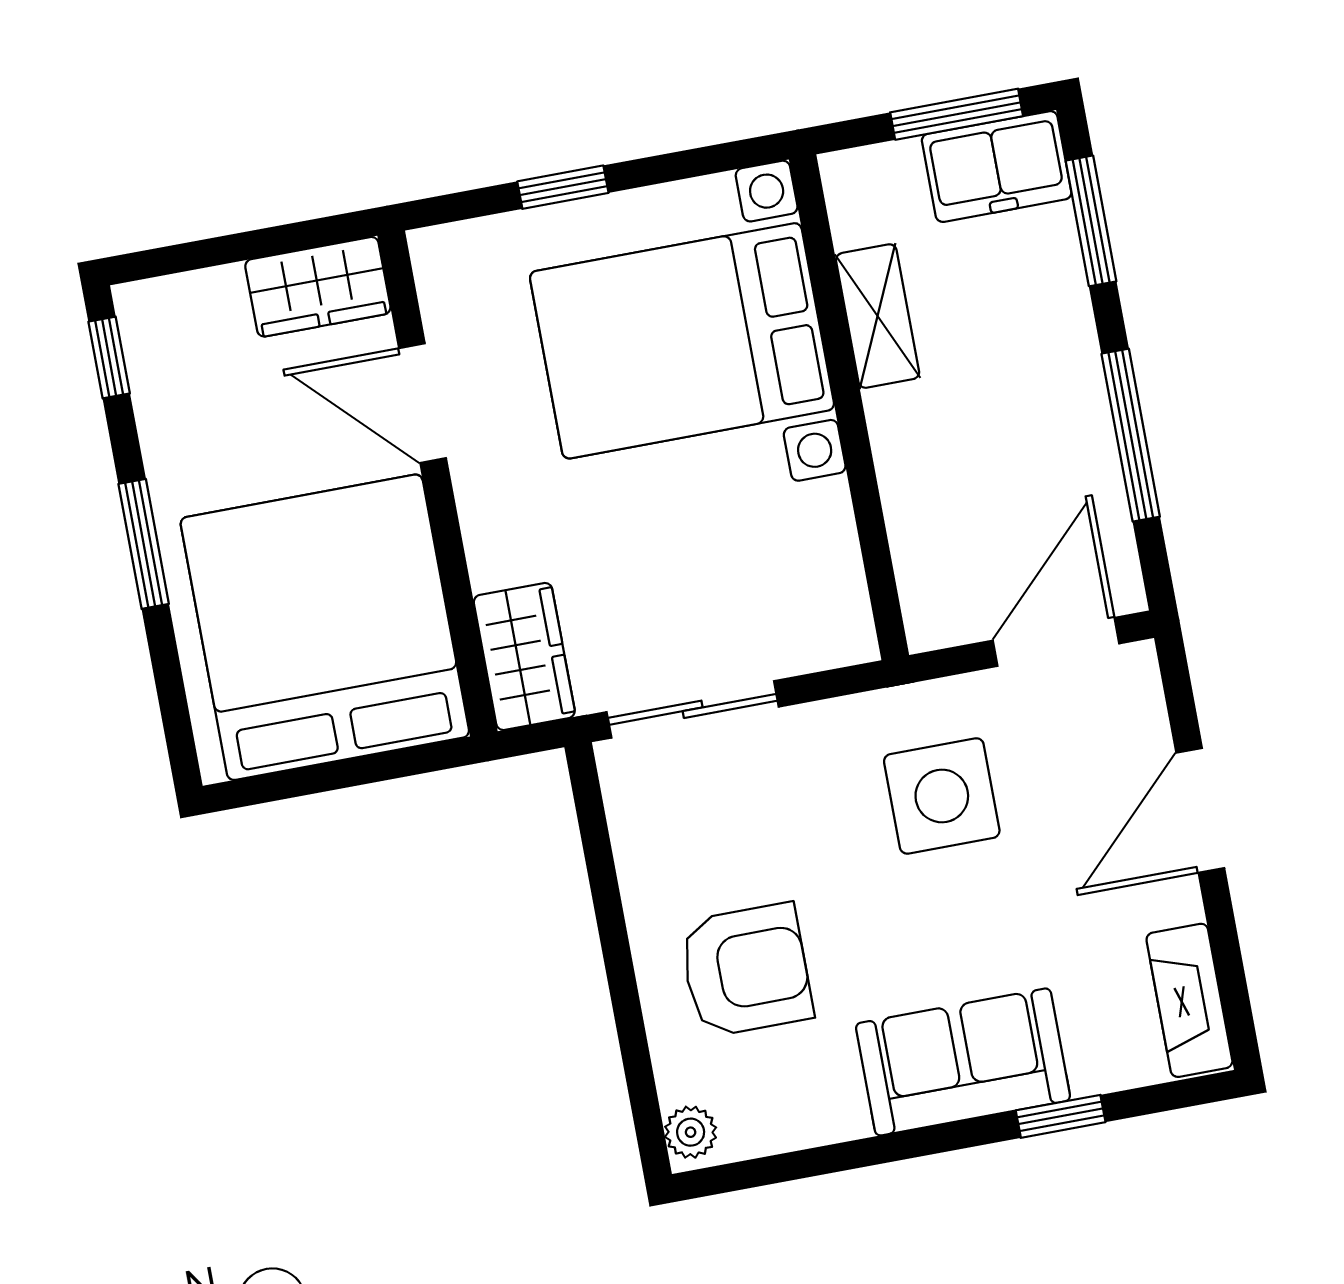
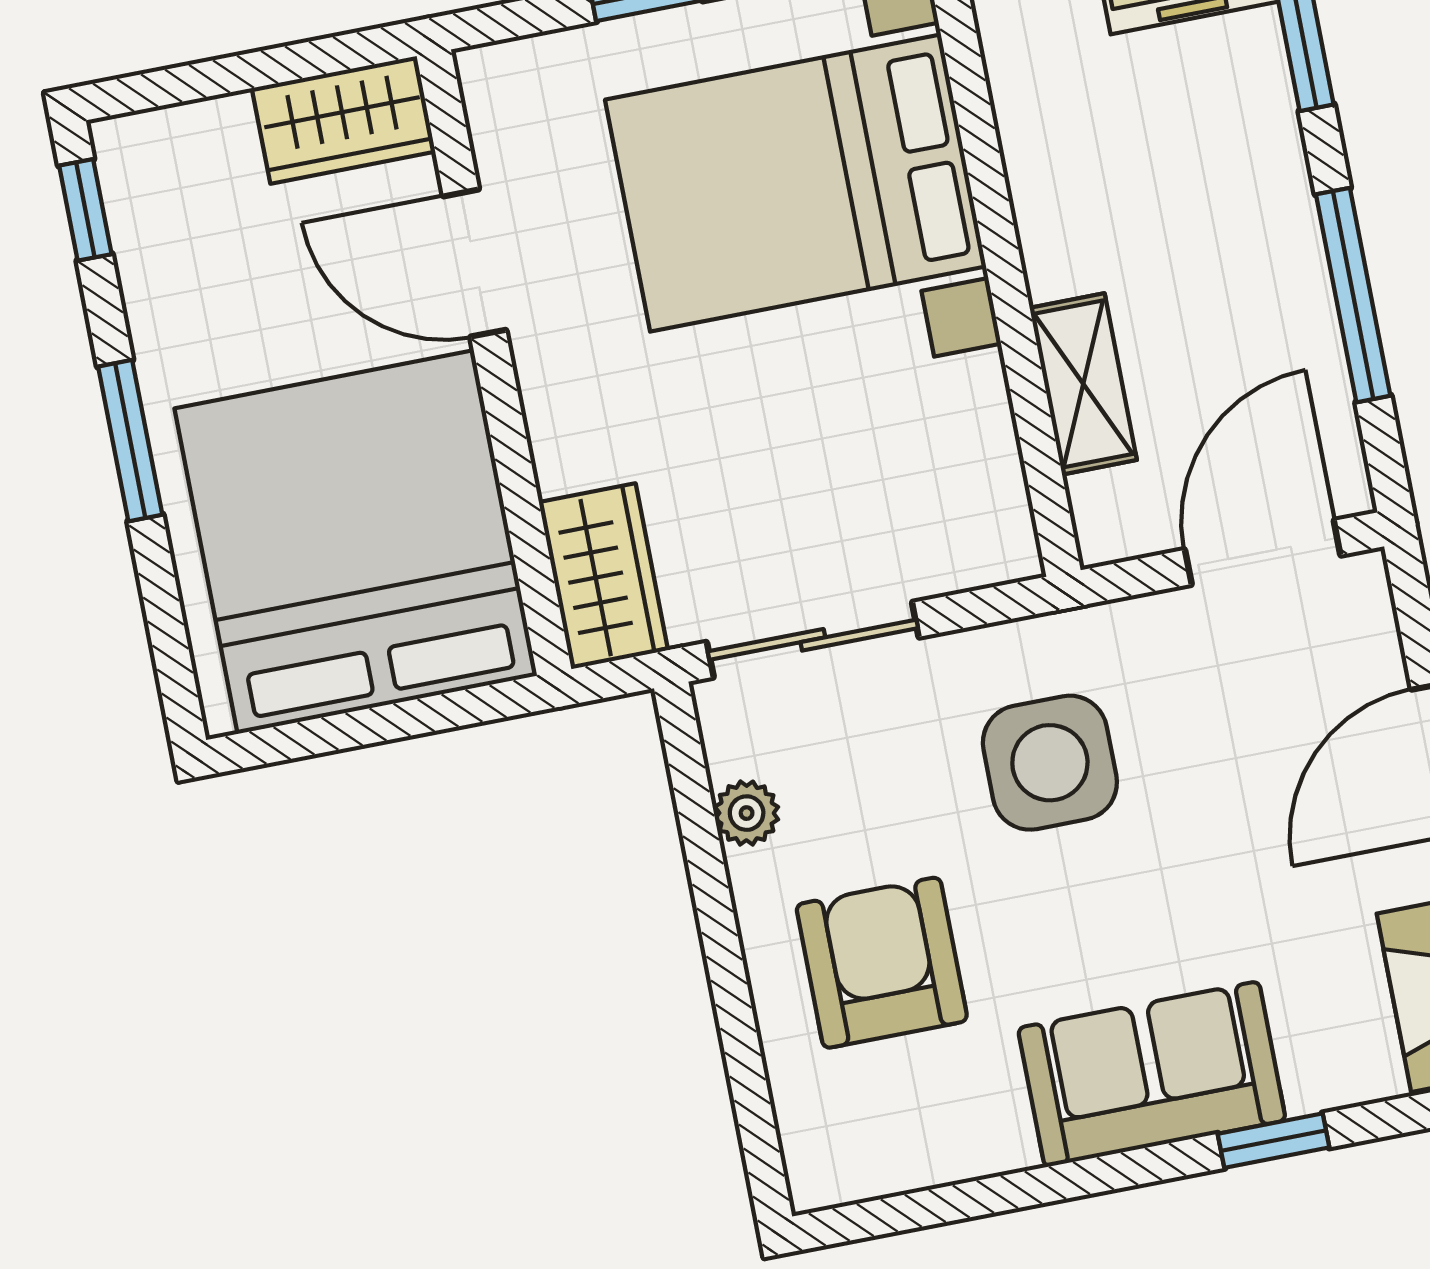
shelving: (878, 316) -> (1083, 384), moved
side table: (942, 796) -> (1050, 763), moved
armchair: (746, 970) -> (882, 963), turned -90
plant: (691, 1132) -> (747, 813), moved

